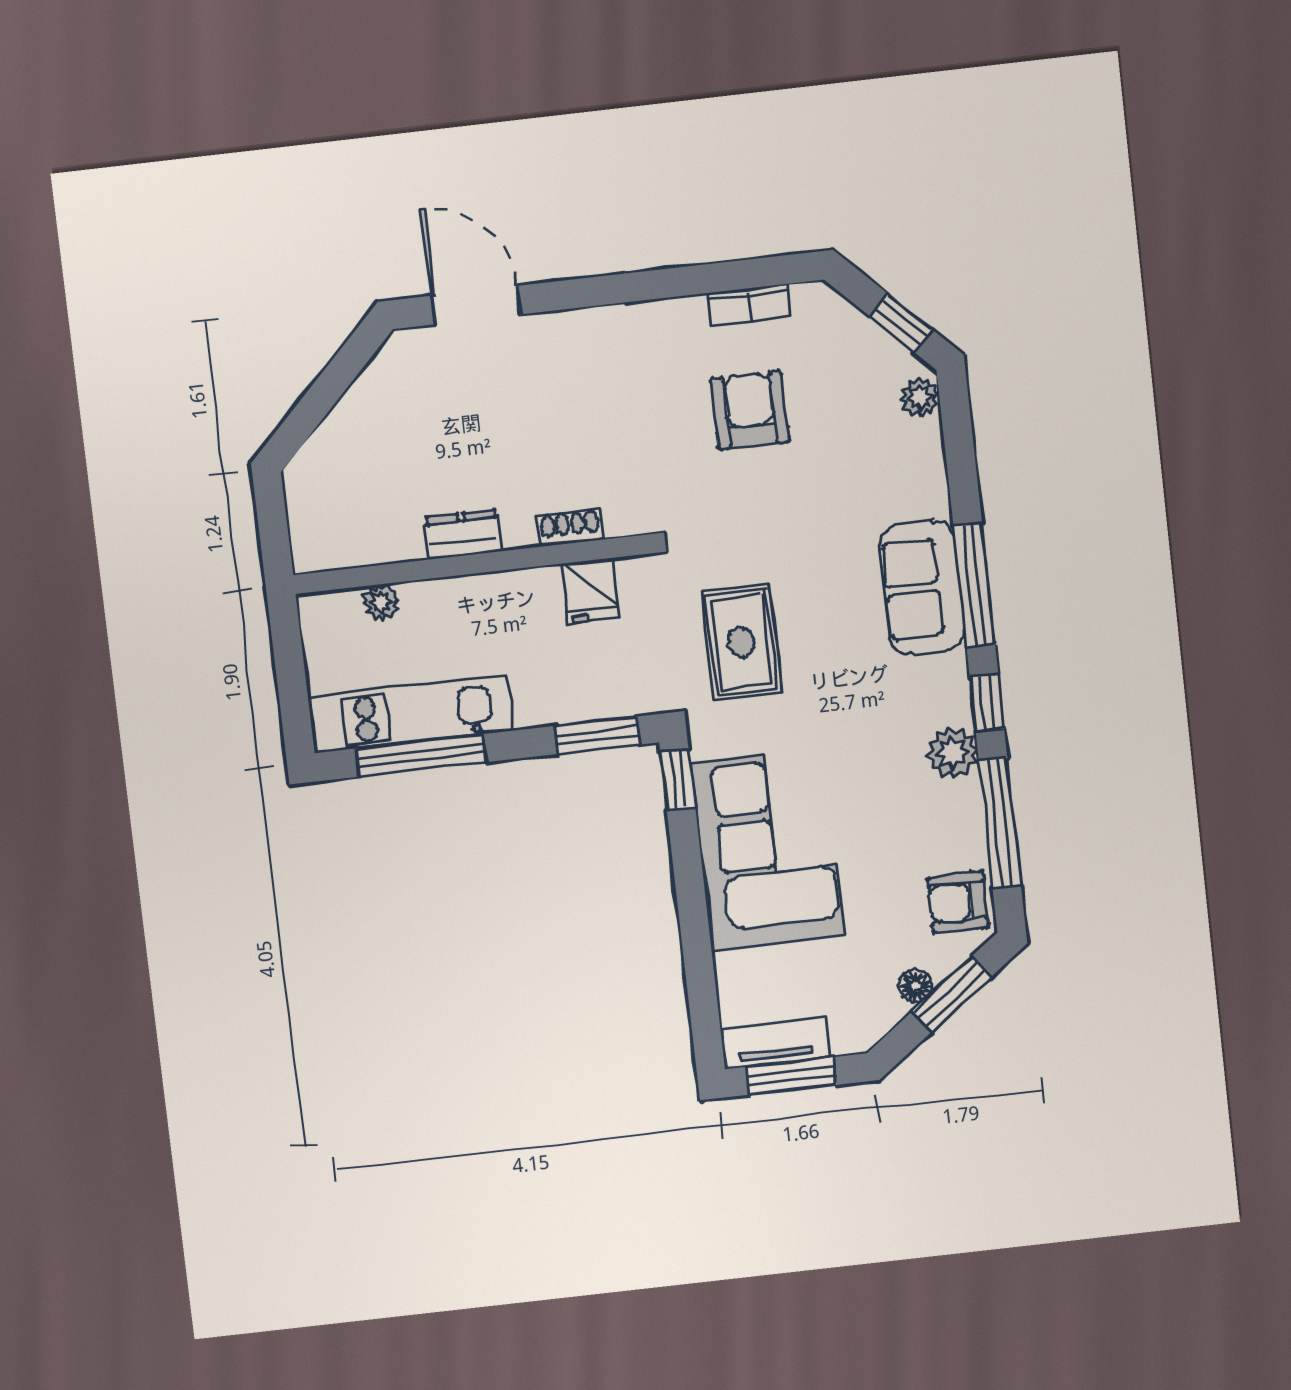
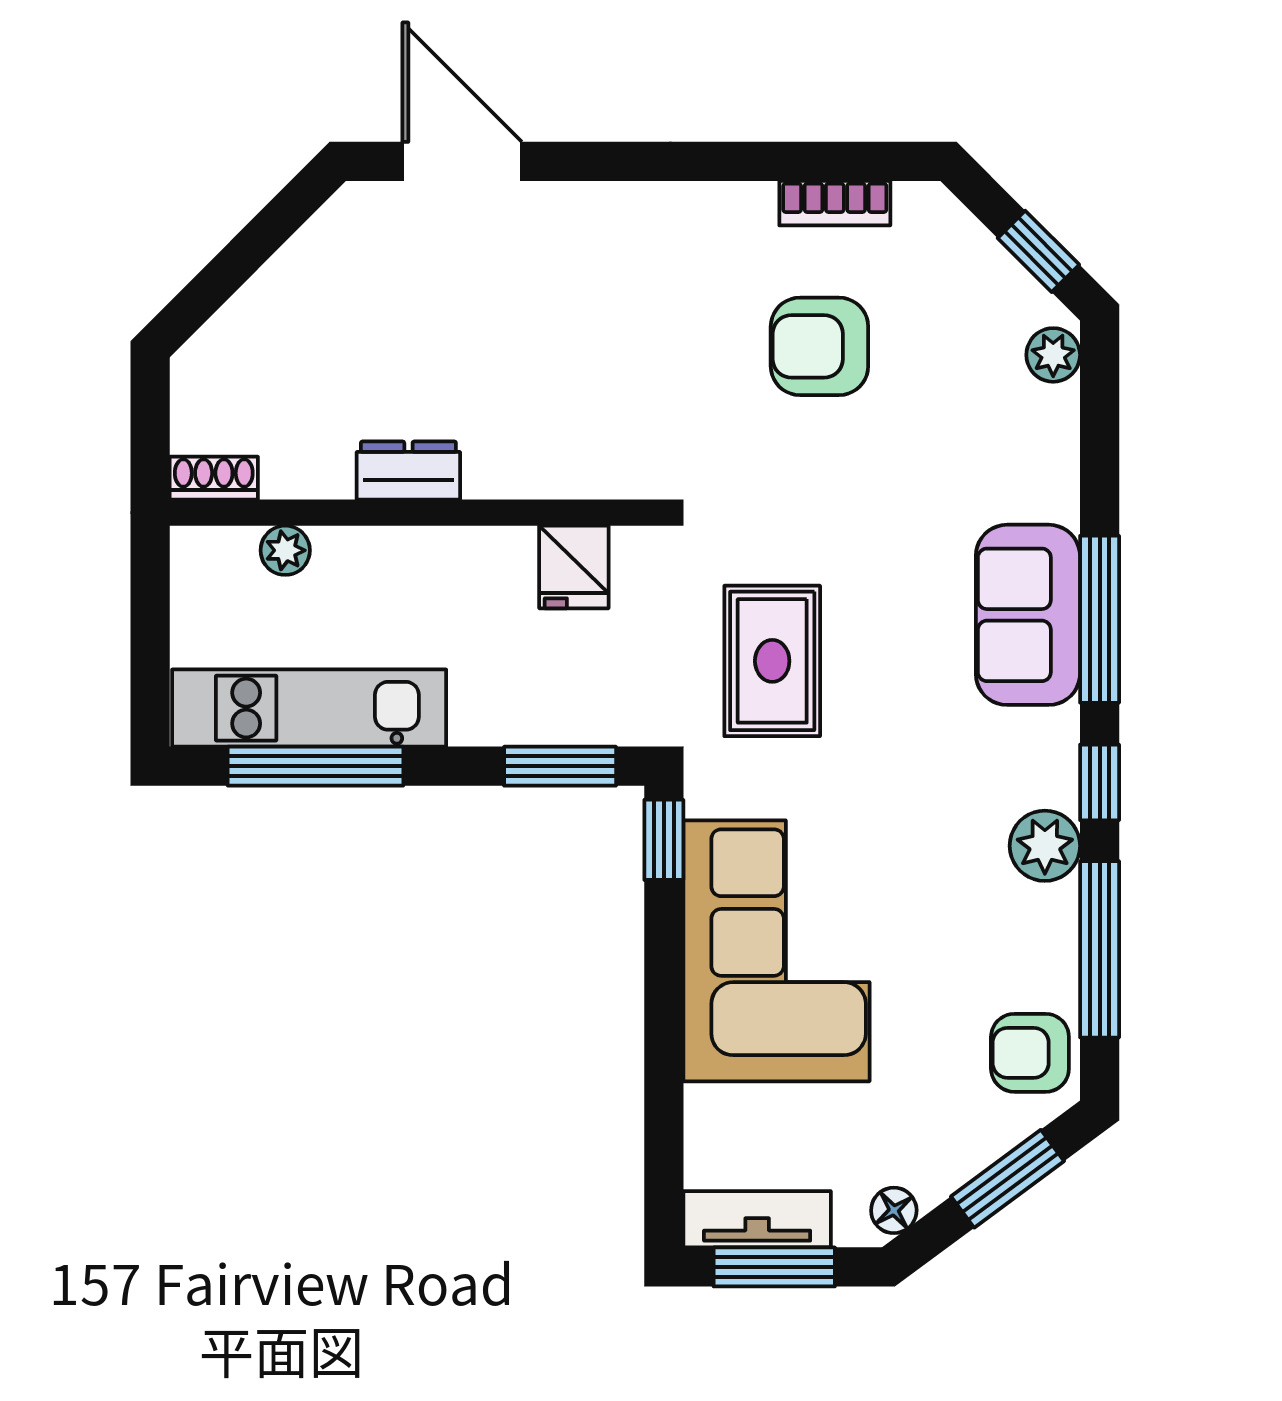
armchair: (750, 410) -> (819, 346), turned -90
shoe rack: (570, 528) -> (214, 478), moved
floor lamp: (916, 986) -> (894, 1210), moved

